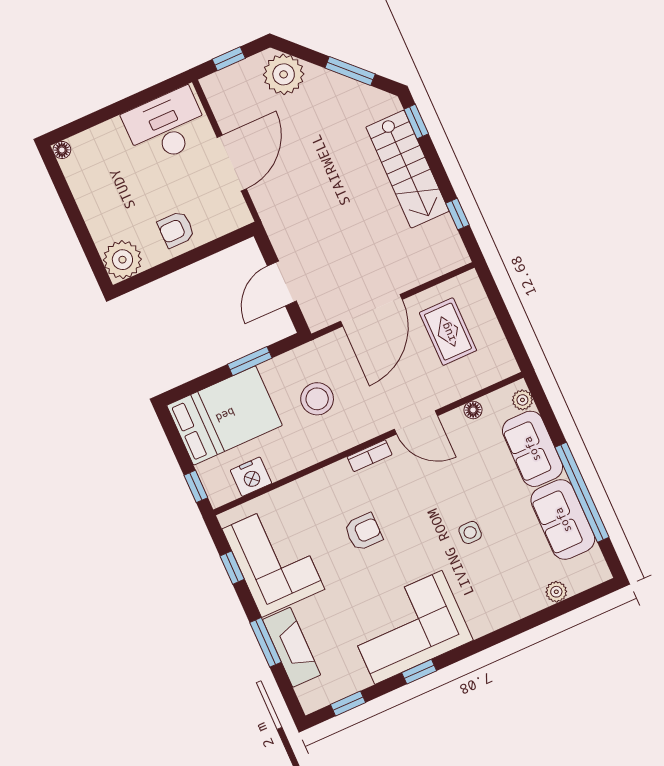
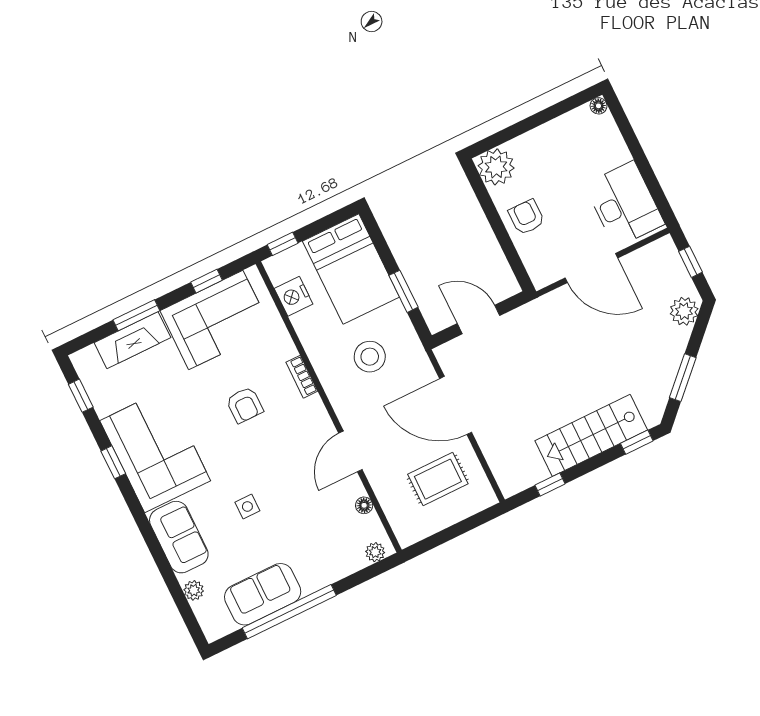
plant: (284, 74) -> (684, 311), width x0.73, depth x0.73
sofa: (532, 449) -> (179, 537), moved, turned 90
bookcase: (370, 456) -> (302, 377), moved

